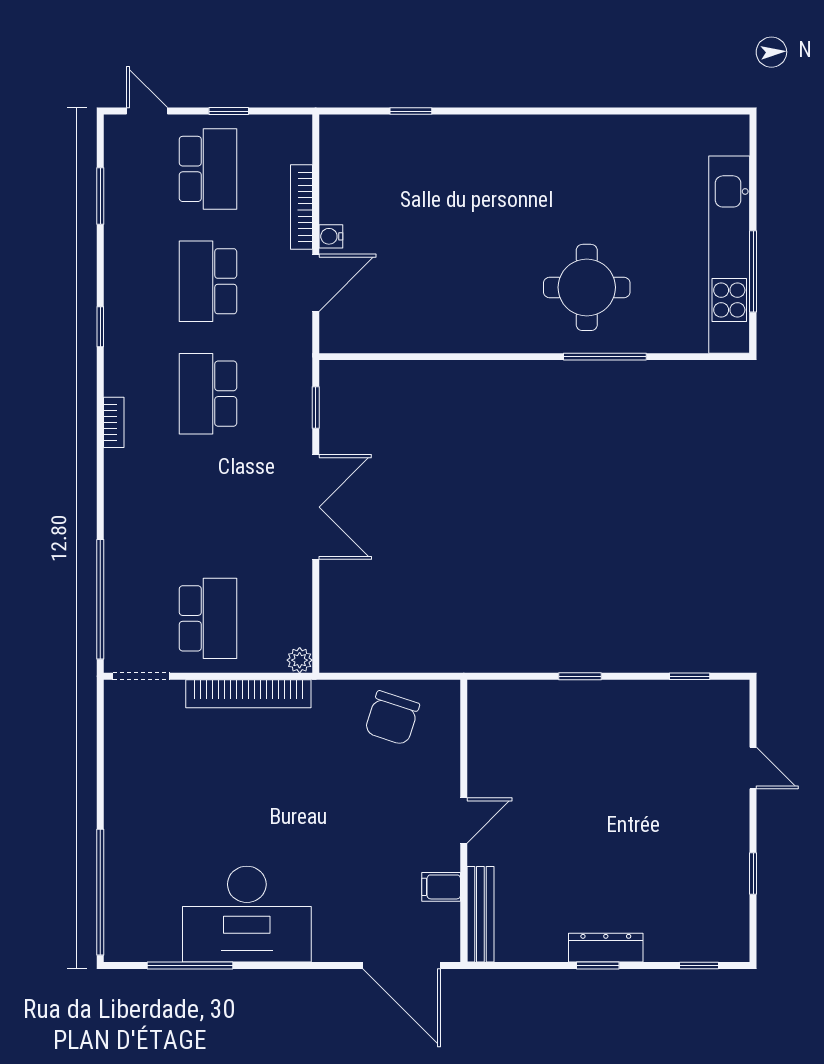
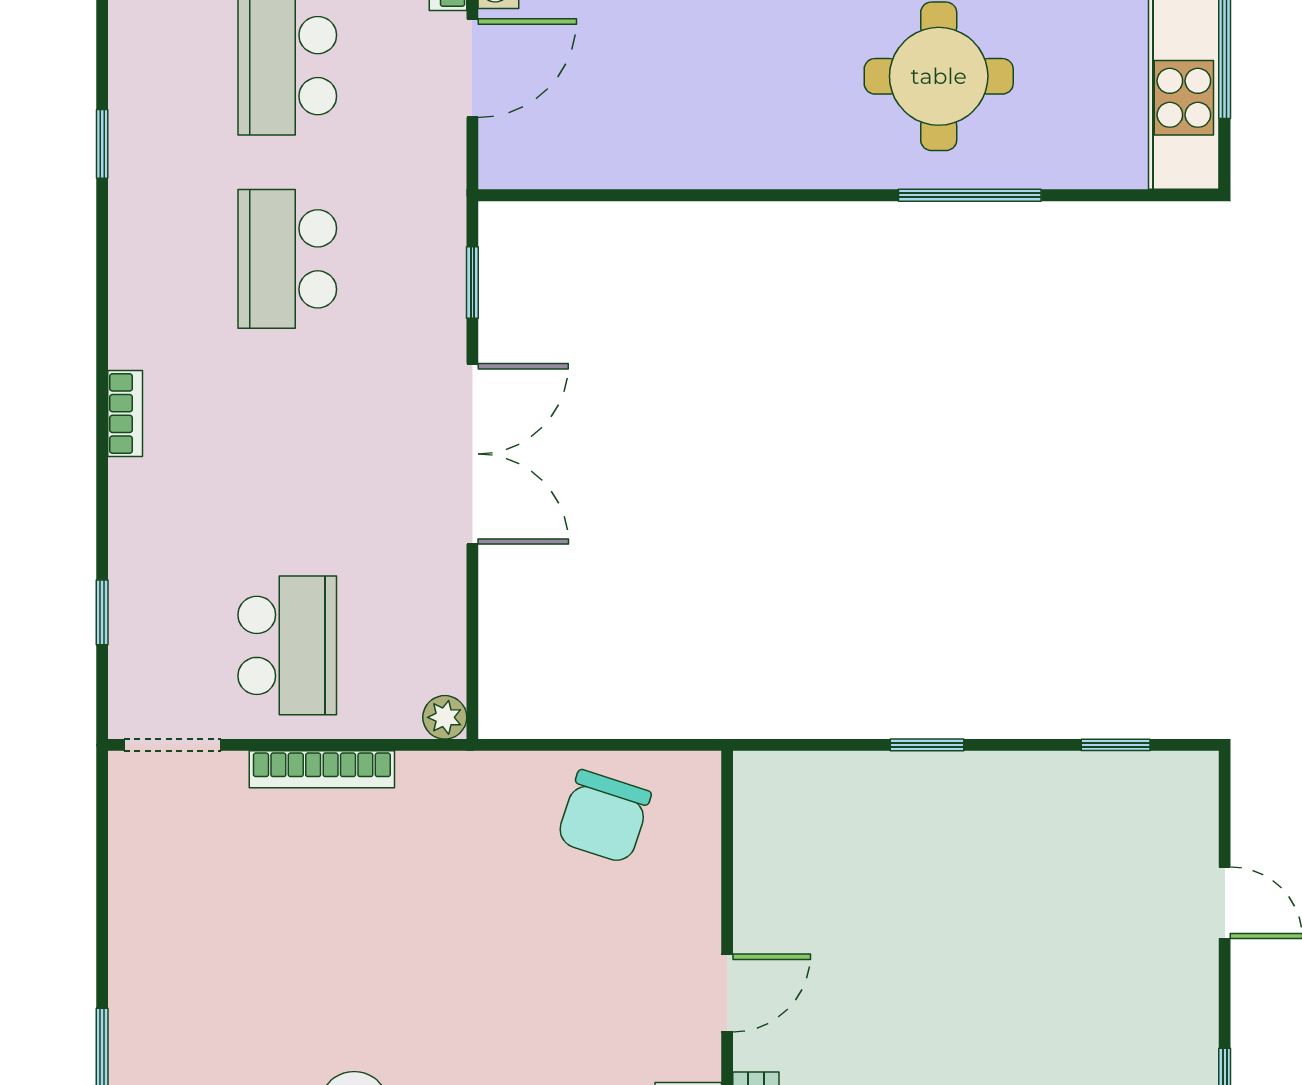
bookcase: (114, 422) -> (125, 414), moved
window: (100, 599) -> (102, 612), width x0.32
bookcase: (248, 694) -> (322, 769), width x0.68, depth x0.76

